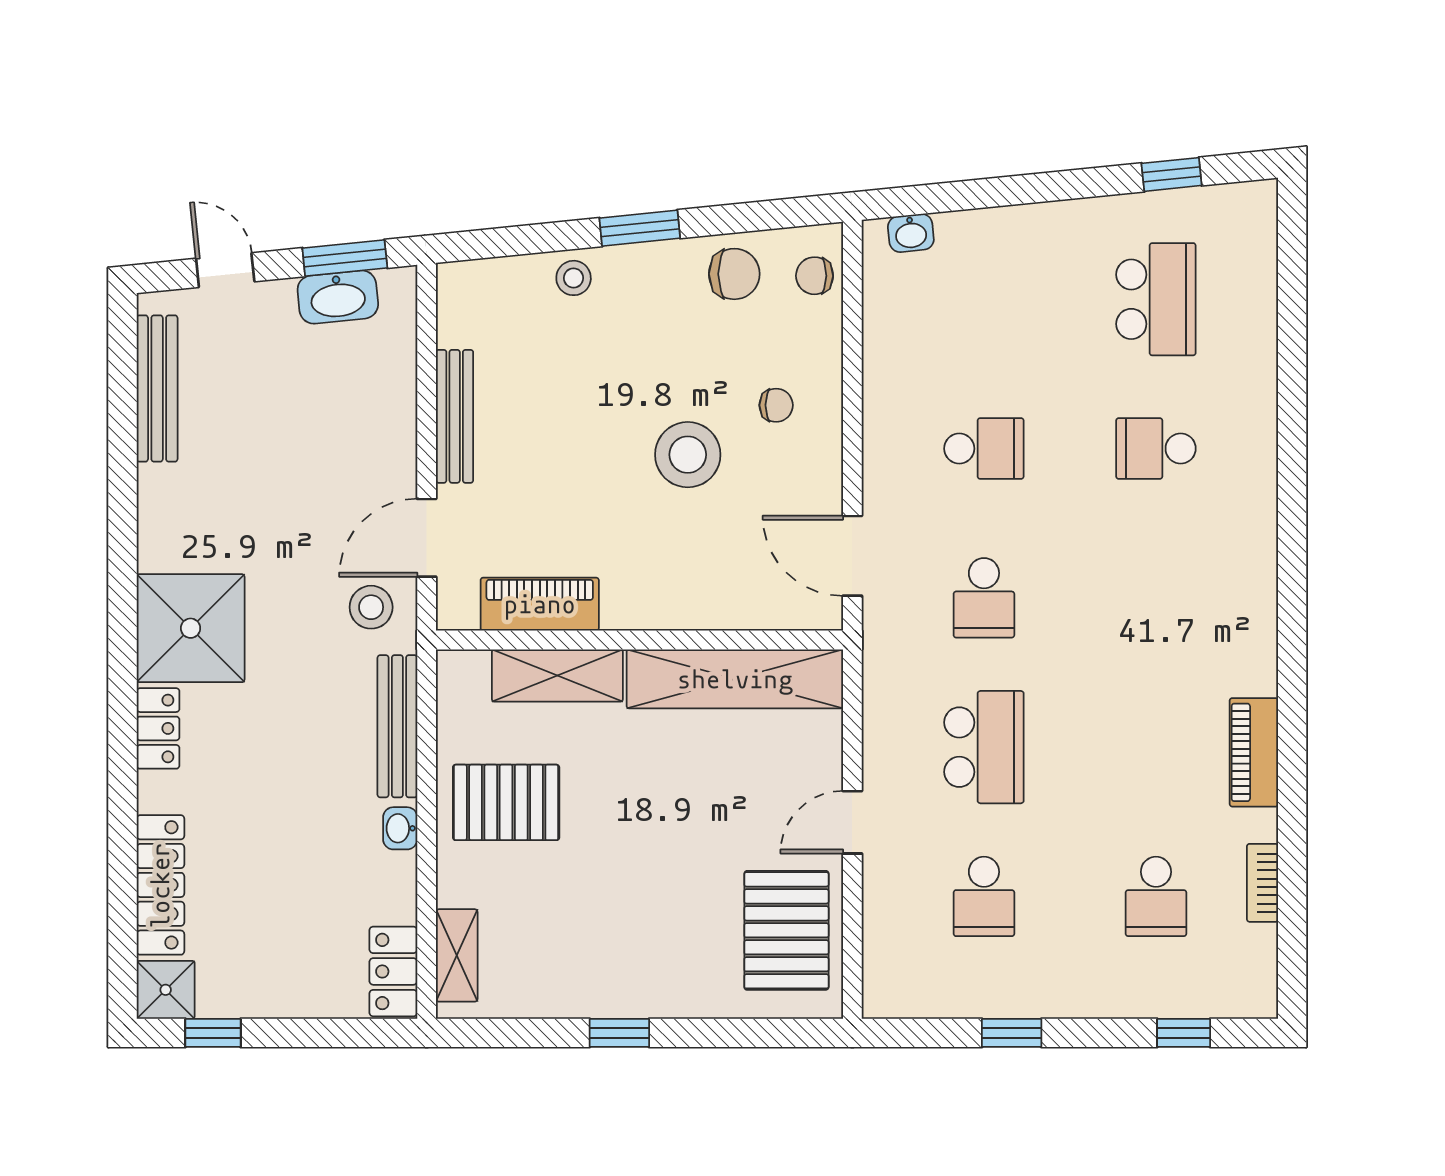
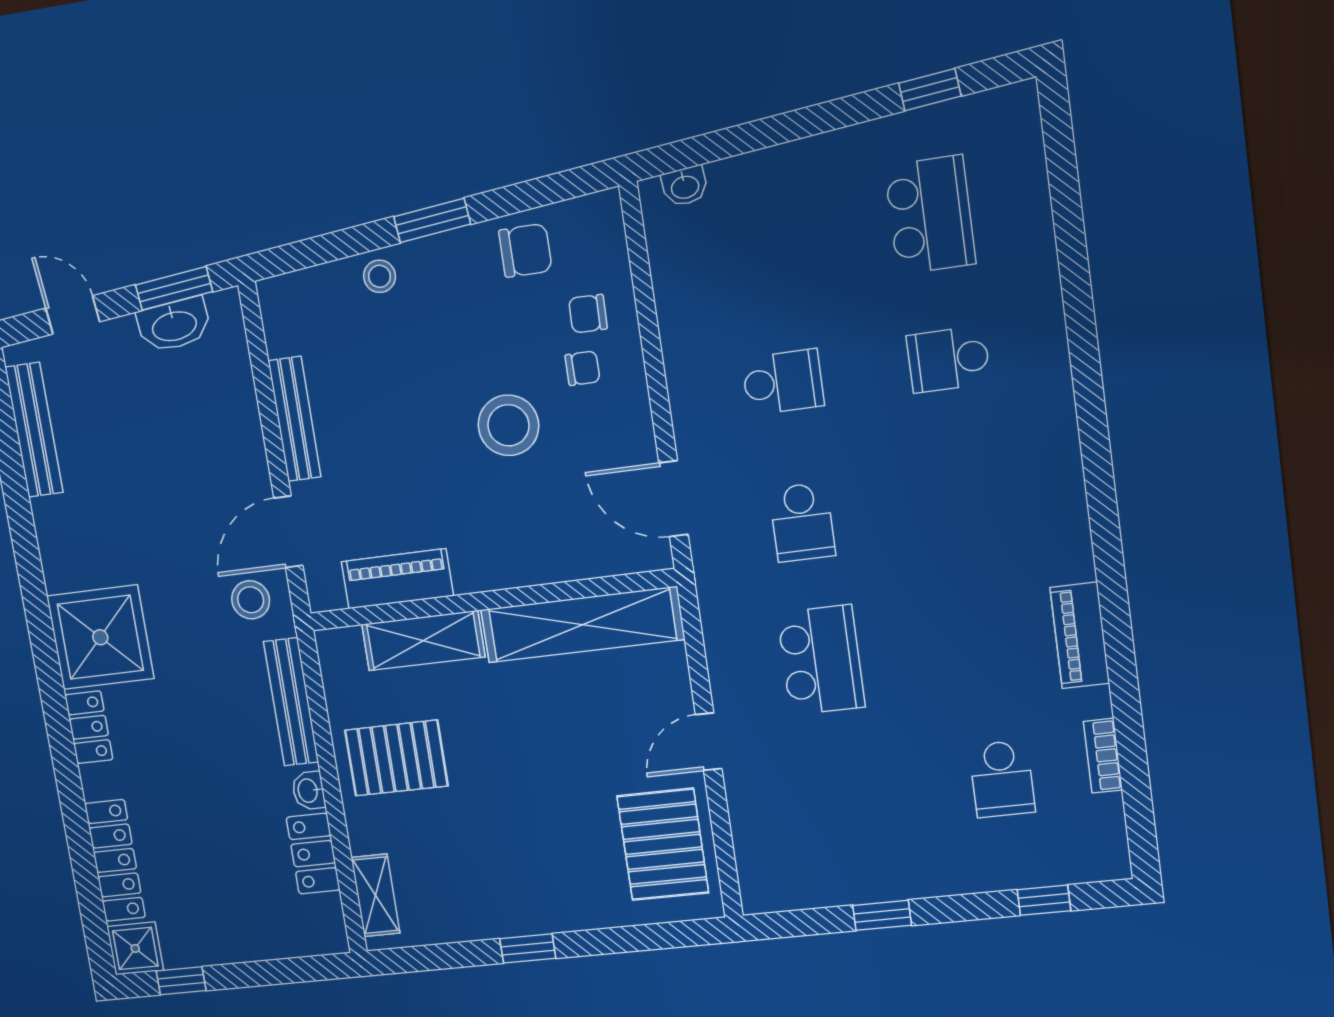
chair: (815, 276) -> (588, 314), moved
school desk: (984, 896) -> (840, 796), removed
locker: (393, 971) -> (313, 854), moved

